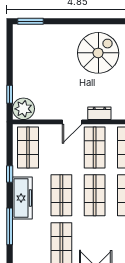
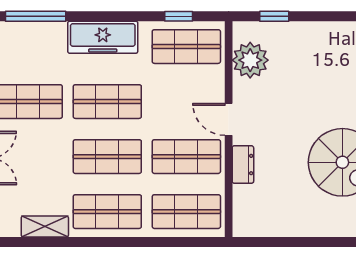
plant: (23, 109) -> (250, 60), moved
window: (10, 174) -> (179, 16), moved
window: (10, 226) -> (36, 16), moved

